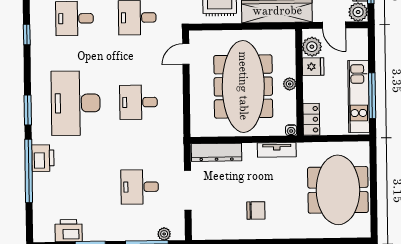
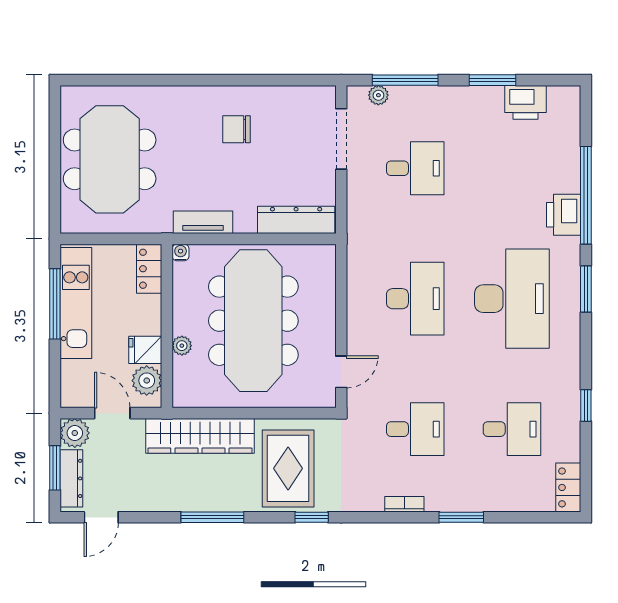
plant: (290, 84) -> (182, 346), moved
desk: (138, 102) -> (415, 299), width x1.37
doorway: (188, 190) -> (341, 139), moved

